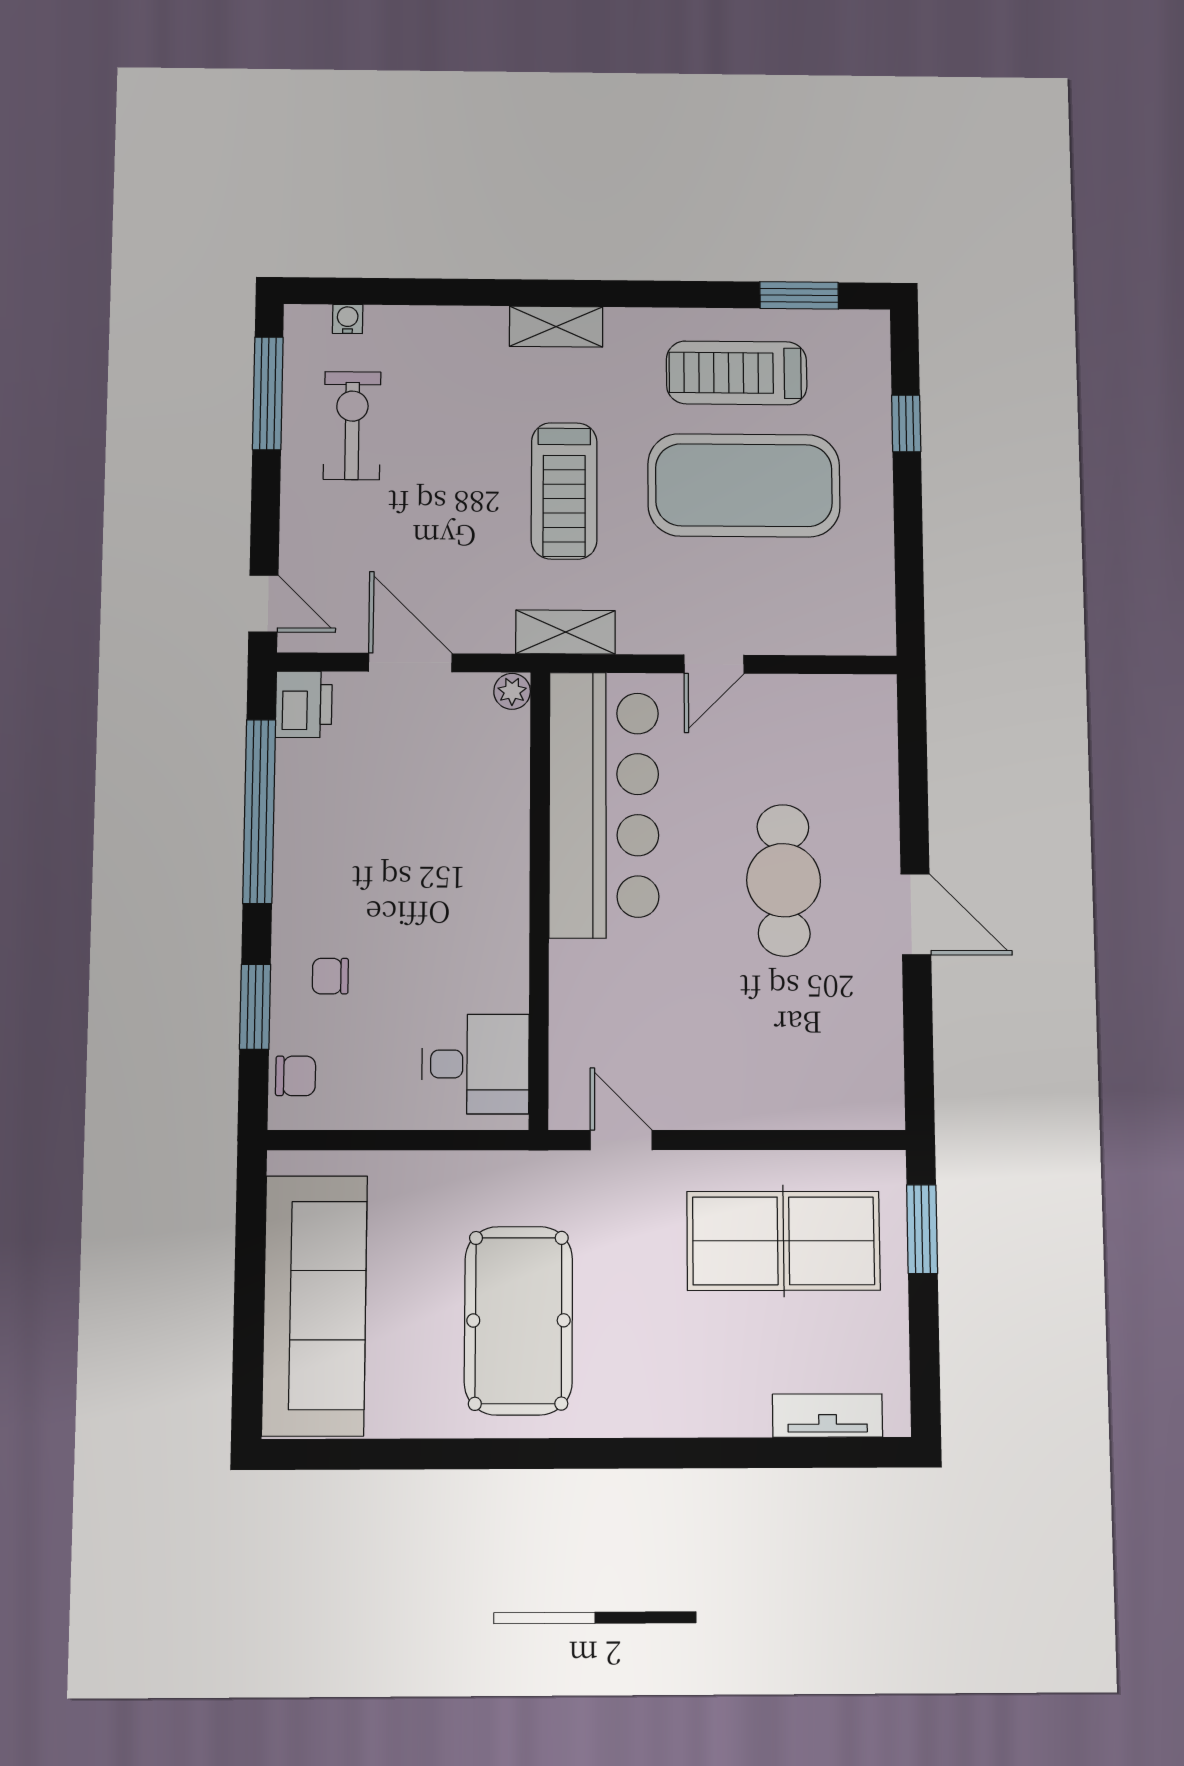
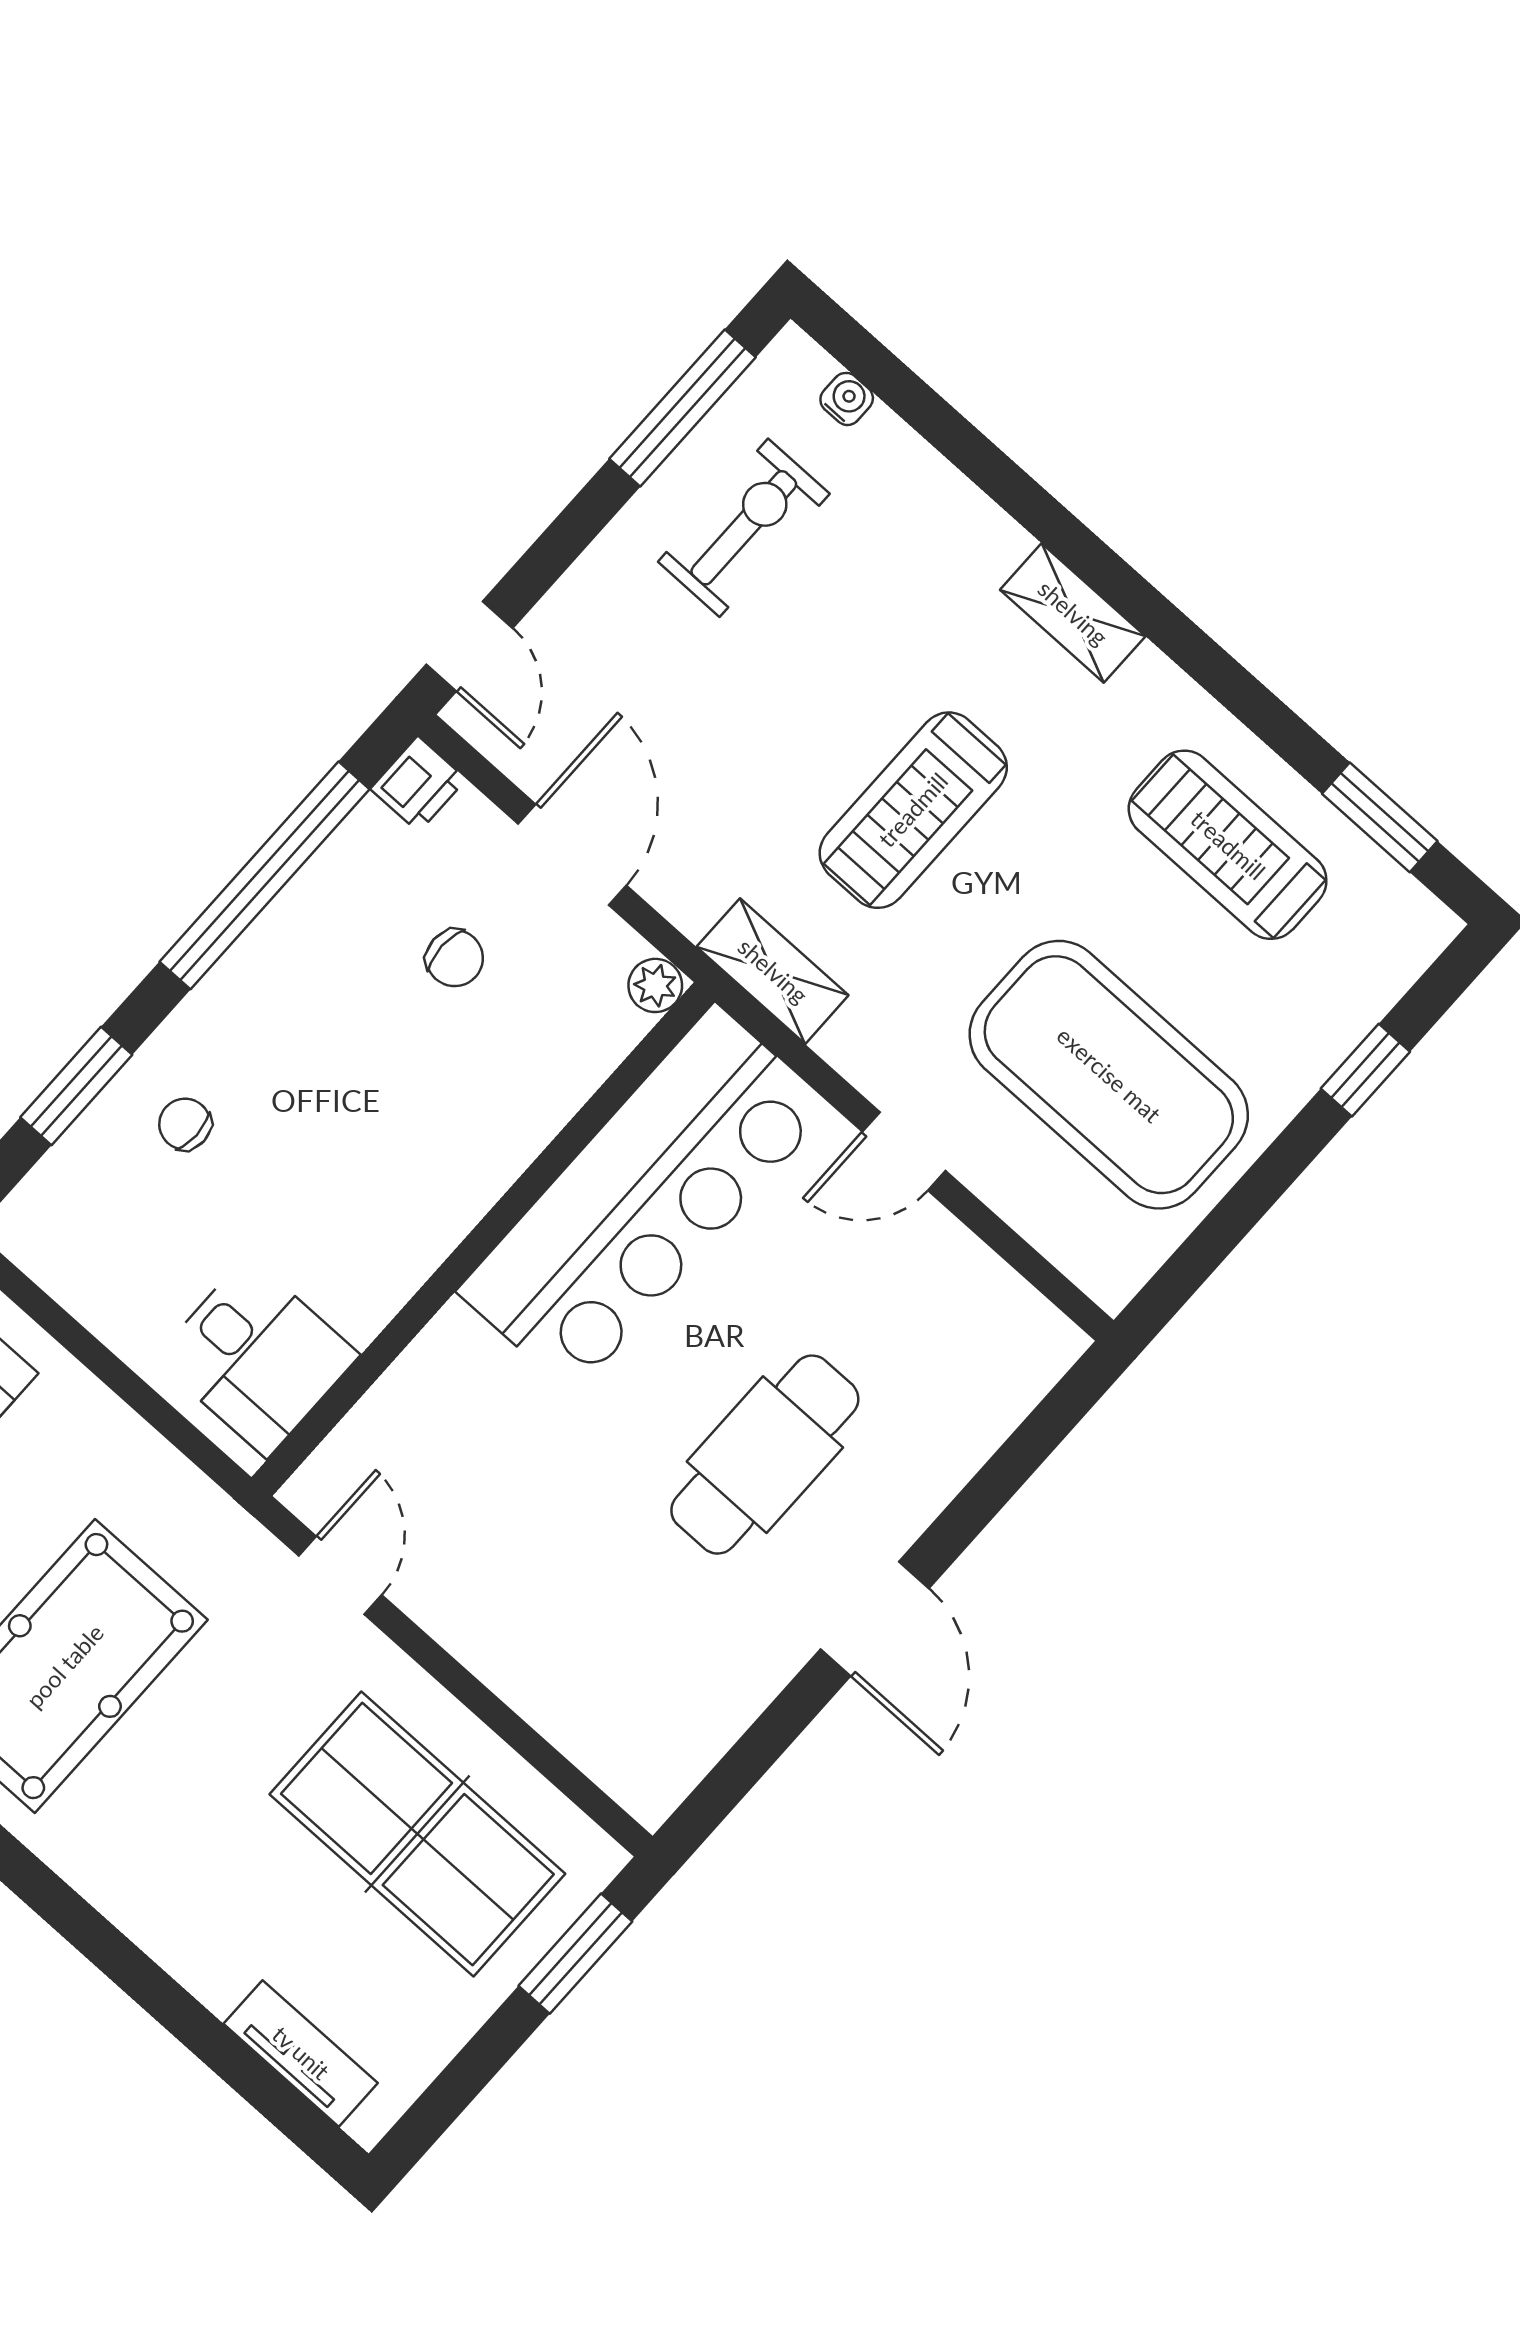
exercise mat: (744, 485) -> (1109, 1075), moved
printer: (304, 704) -> (418, 784), width x0.73, depth x0.81
chair: (296, 1076) -> (455, 958), moved

